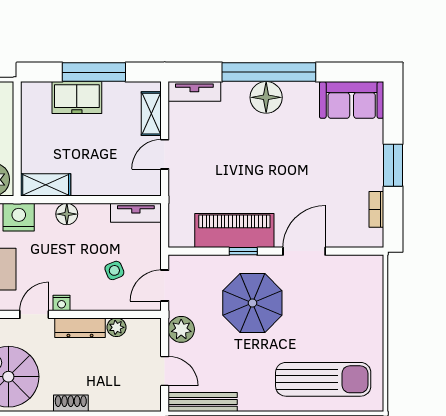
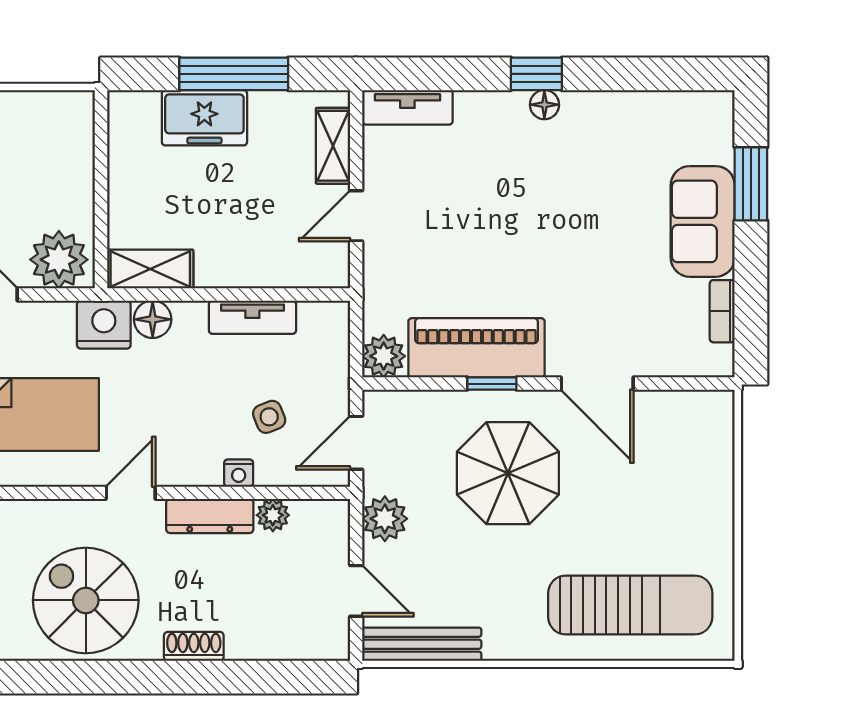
window: (269, 72) -> (536, 74), width x0.32
floor lamp: (266, 97) -> (544, 105), width x0.53, depth x0.53
sofa: (352, 100) -> (703, 221), moved, turned 90
window: (393, 165) -> (751, 184), moved
tv unit: (136, 213) -> (252, 317), moved
floor lamp: (67, 214) -> (153, 319), moved
plant: (181, 235) -> (384, 356), added
door: (304, 251) -> (597, 384), swing flipped
nightstand: (62, 303) -> (239, 473), moved

